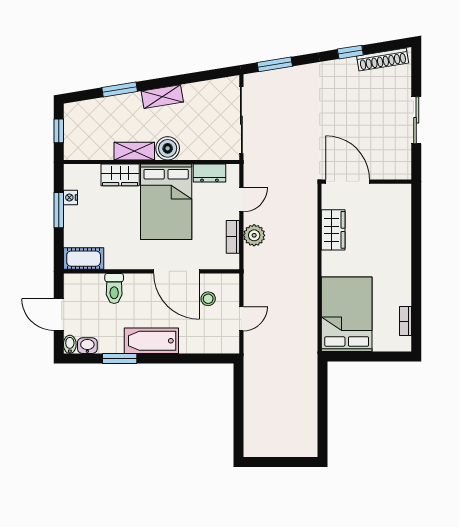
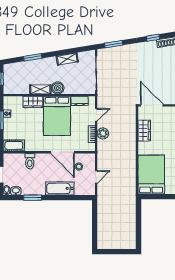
shelving: (162, 97) -> (67, 59), moved
bathtub: (151, 341) -> (60, 188), moved

